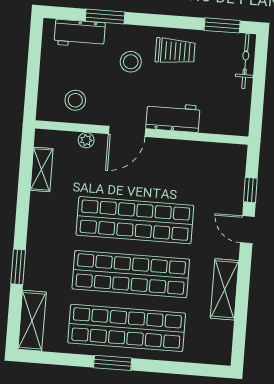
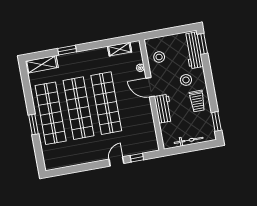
window: (105, 16) -> (202, 44), moved
workbench: (80, 34) -> (193, 50), width x1.38
bicycle: (245, 61) -> (189, 140), moved
shelving: (225, 289) -> (83, 158), removed
window: (113, 363) -> (34, 124), moved

